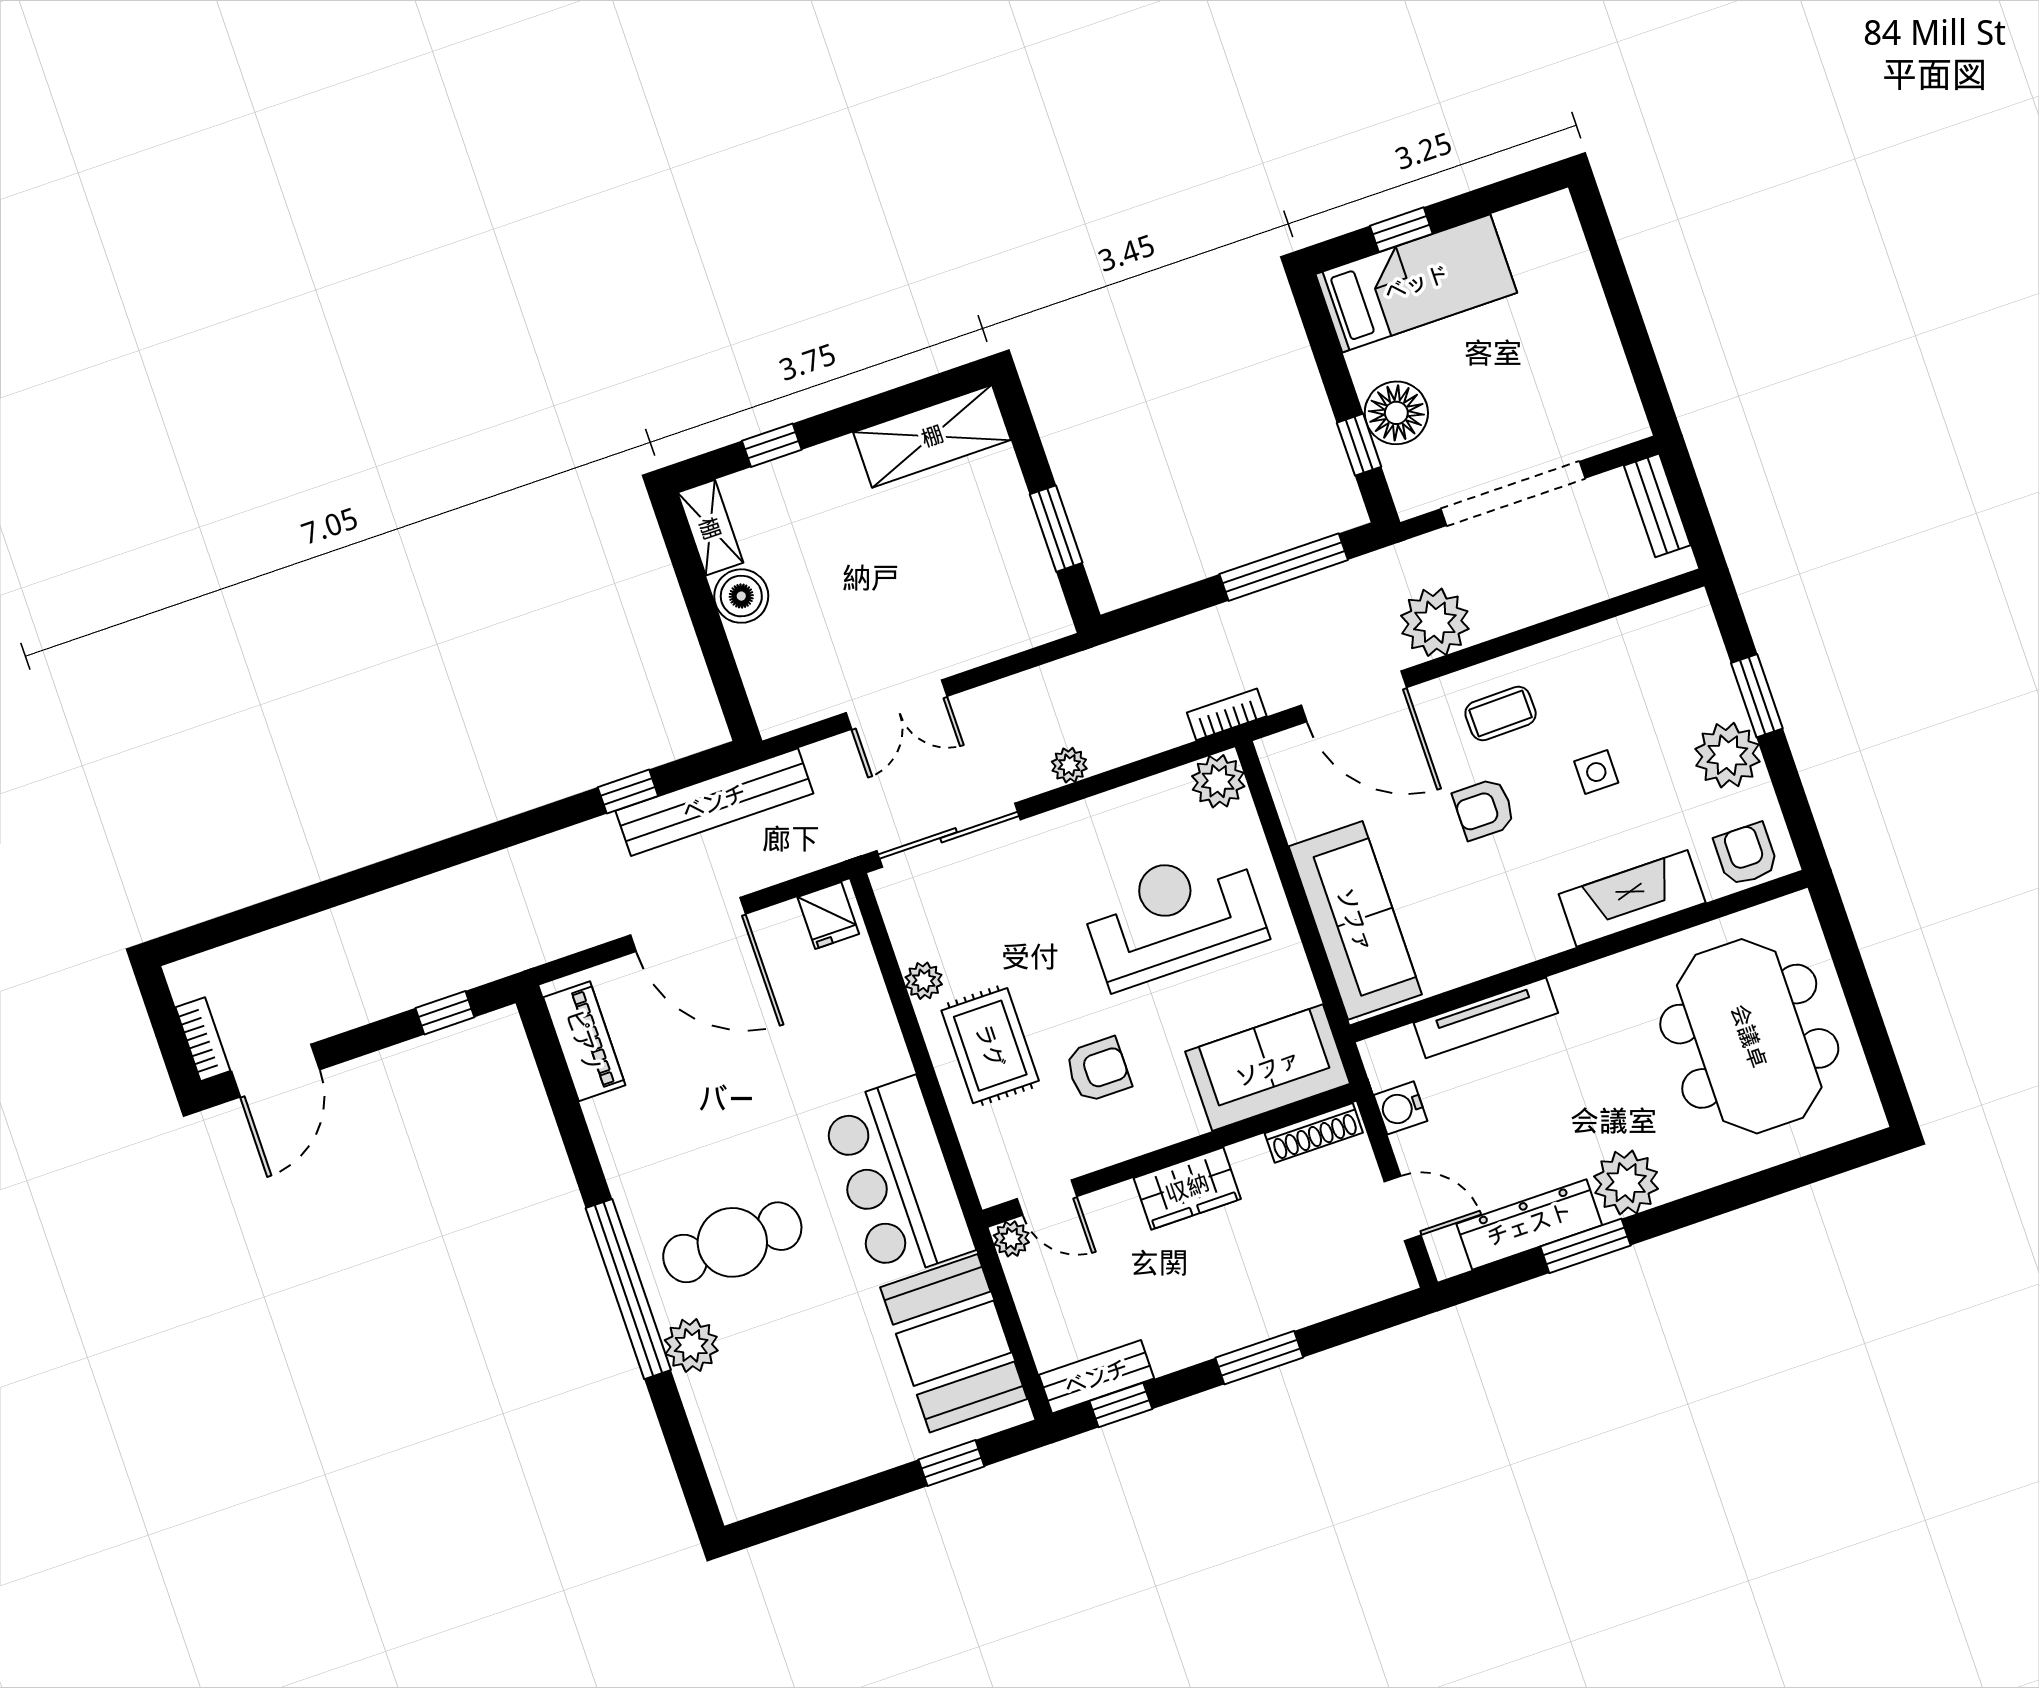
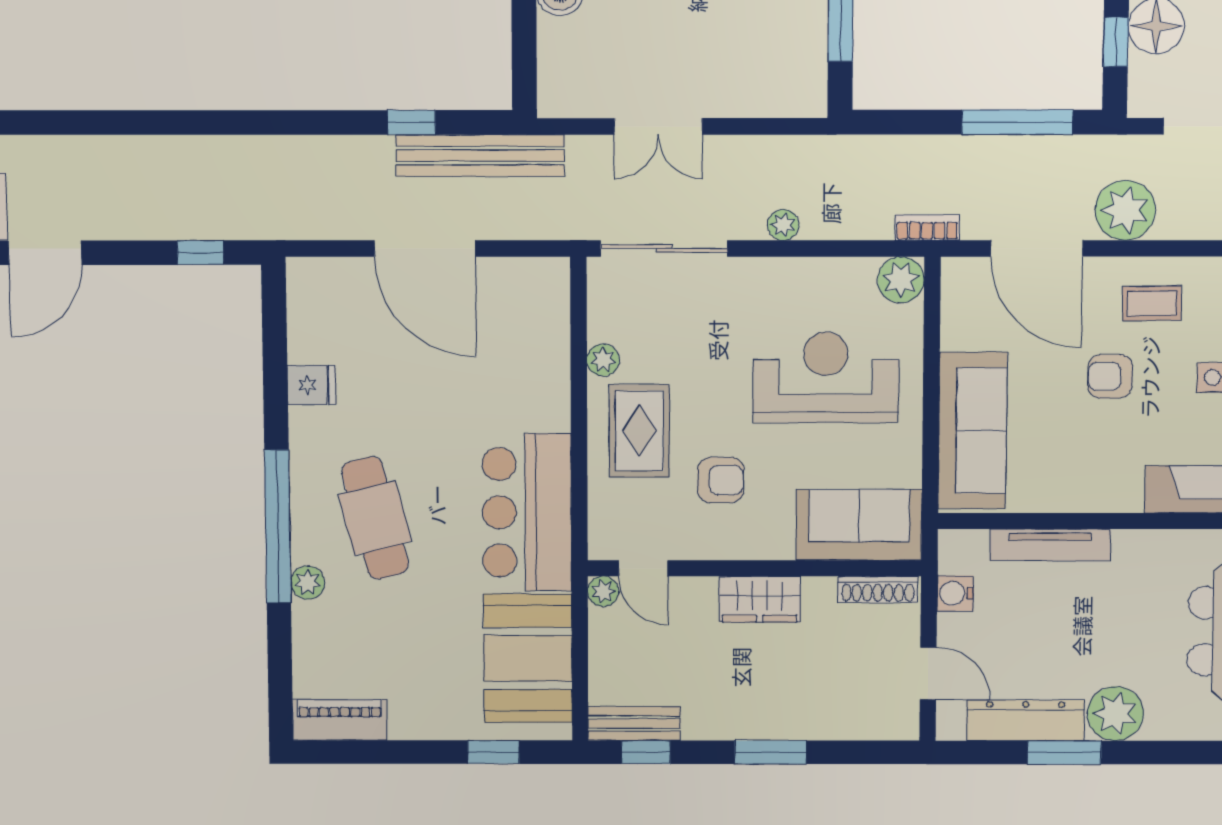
fridge: (828, 916) -> (311, 385), moved, turned -90
piano: (584, 1041) -> (340, 720), moved, turned -90
cafe table: (732, 1242) -> (375, 518), turned 76
plant: (691, 1345) -> (308, 583), width x0.73, depth x0.73

